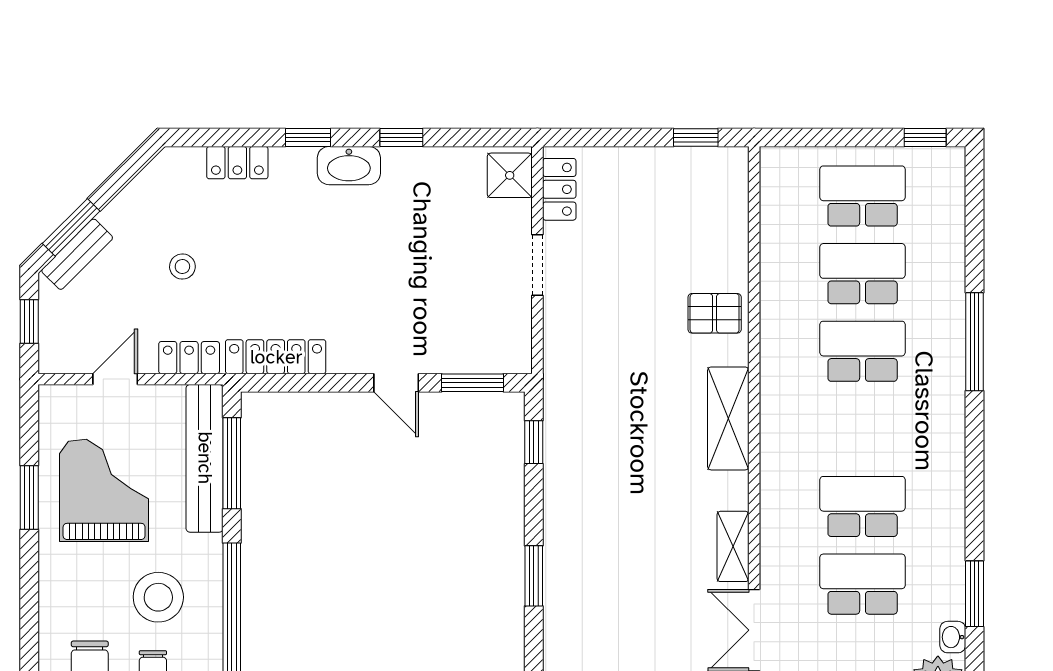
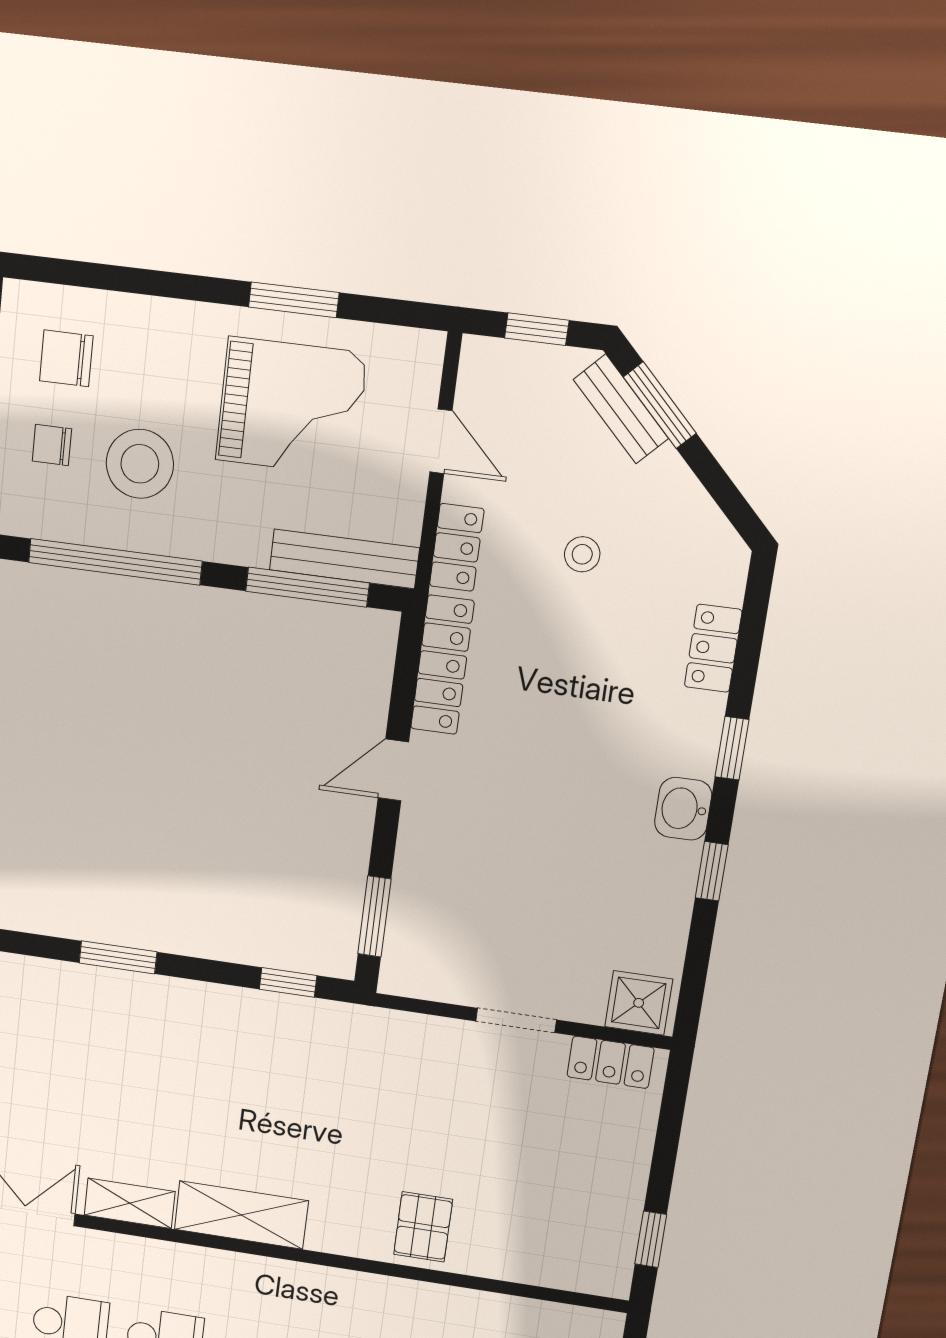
washbasin: (349, 166) -> (683, 809), width x0.72
door: (396, 383) -> (393, 770), moved
shelving: (728, 418) -> (241, 1215), moved
bench: (205, 458) -> (344, 559), width x0.73, depth x0.82

